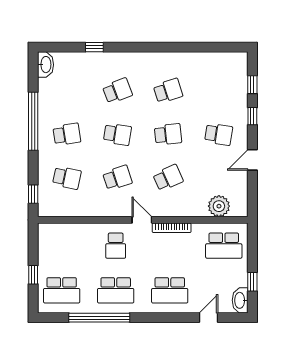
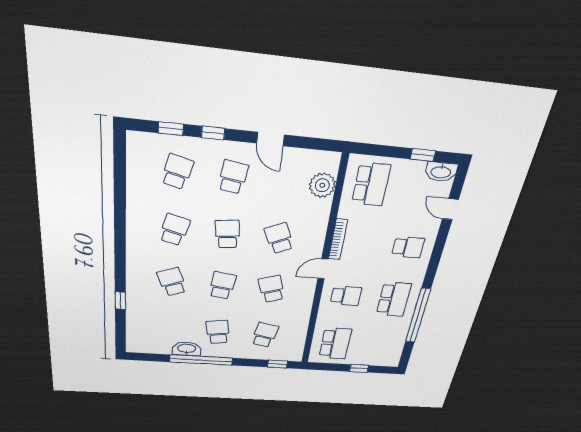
washbasin: (45, 65) -> (187, 349), moved
school desk: (168, 91) -> (174, 230), turned 33
school desk: (219, 91) -> (177, 172), added
school desk: (62, 290) -> (335, 343), moved
school desk: (170, 290) -> (408, 247), width x0.54

